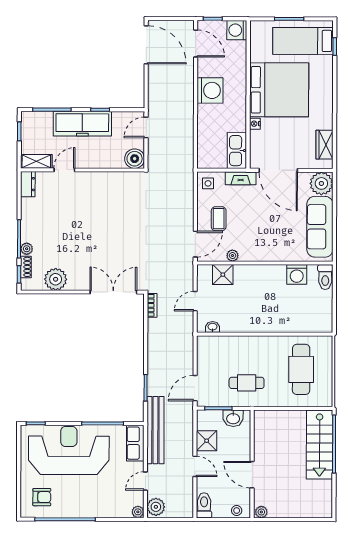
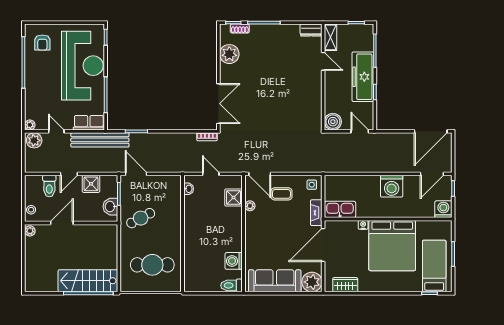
plant: (27, 249) -> (255, 29), removed
cafe table: (247, 383) -> (141, 218), turned 62
toilet: (204, 505) -> (49, 186), moved, turned 90

